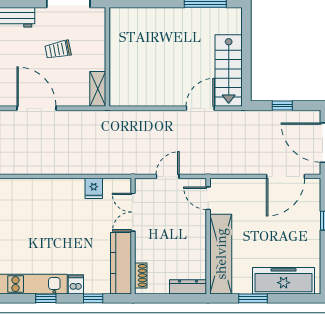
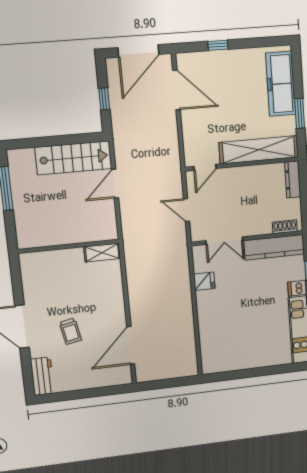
wall: (107, 57) -> (69, 246), moved
shelving: (98, 89) -> (102, 253), moved
door: (200, 108) -> (115, 184), hinge flipped

